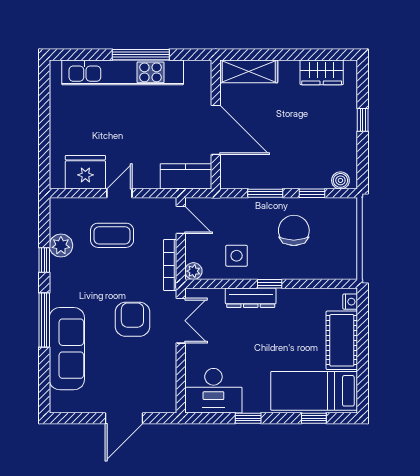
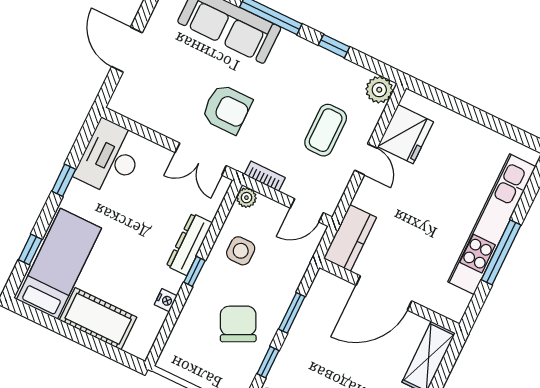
chair: (294, 230) -> (238, 324), turned -116
plant: (61, 245) -> (379, 90), moved
bookcase: (170, 265) -> (265, 176), width x0.64
nightstand: (350, 302) -> (166, 300), moved, turned -90

